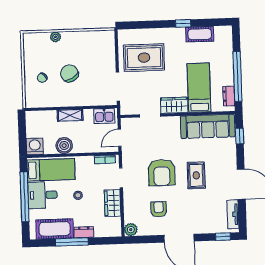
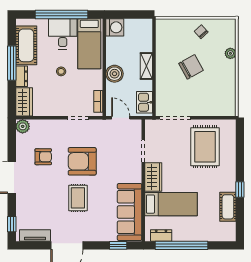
chair: (42, 78) -> (201, 32), moved
boiler: (64, 146) -> (115, 74), moved
rug: (196, 175) -> (78, 198), turned 90
wardrobe: (113, 203) -> (24, 102), moved, turned 90

